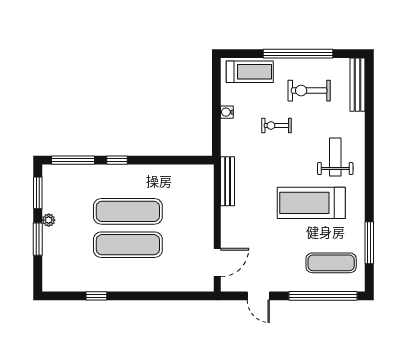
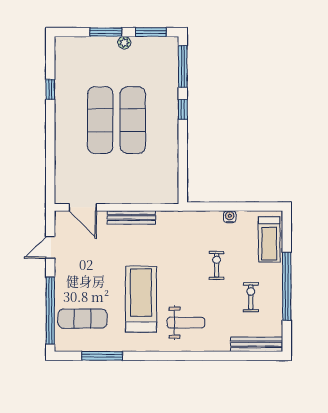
exercise bike: (309, 91) -> (251, 297), width x0.73, depth x0.72
bench: (228, 181) -> (131, 217), moved
exercise mat: (331, 263) -> (83, 319), turned 90

